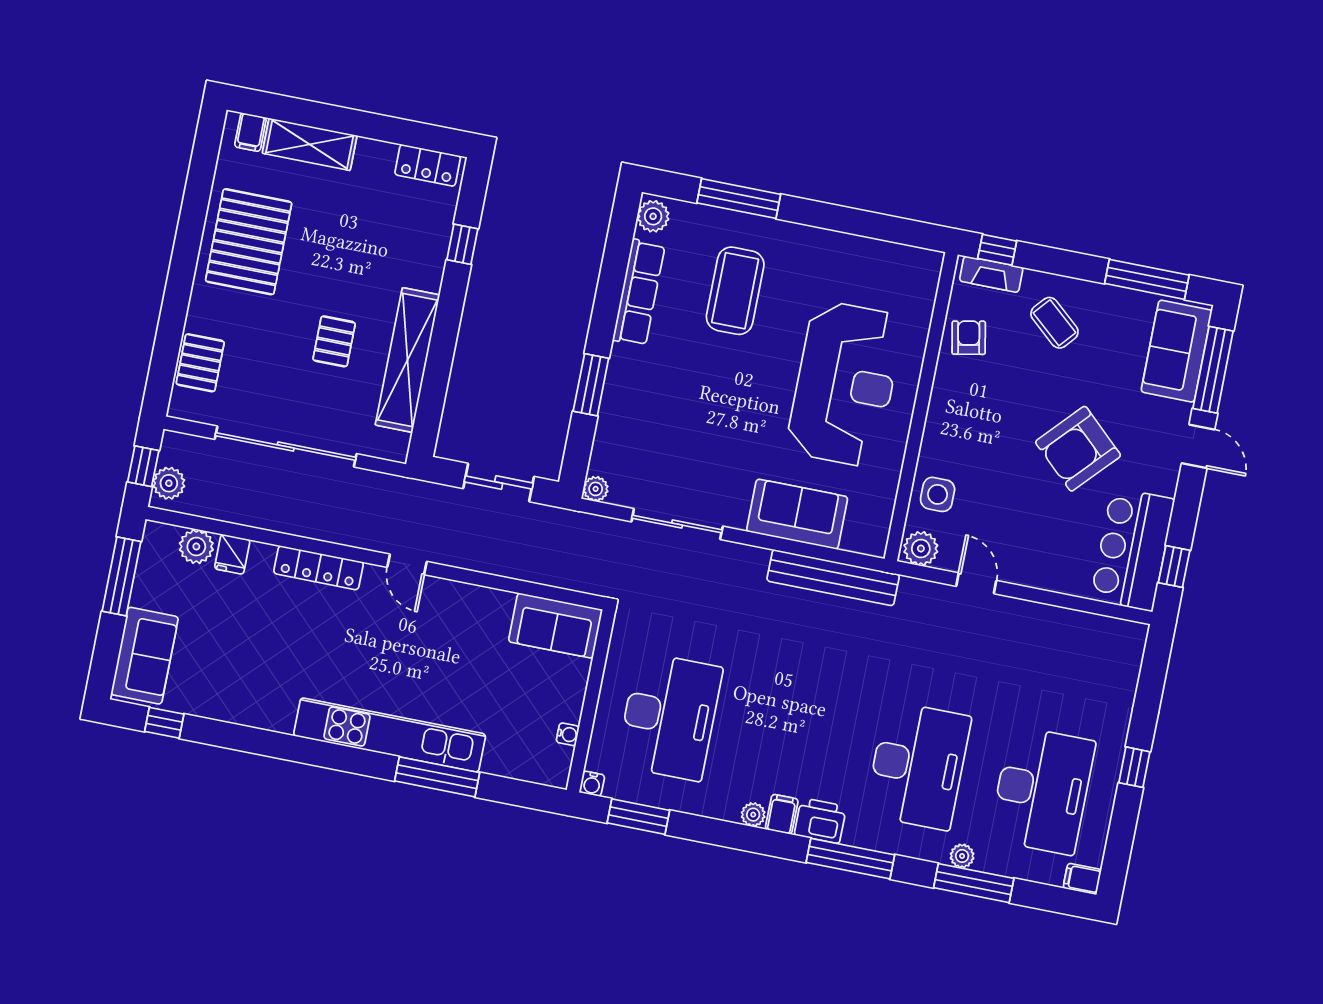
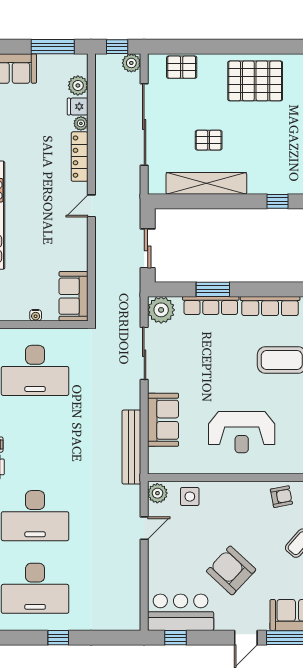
reception desk: (845, 384) -> (242, 432), width x0.74, depth x0.77
row of seats: (618, 394) -> (211, 306), added
plant: (169, 483) -> (131, 63), moved
plant: (596, 489) -> (161, 310), width x1.88, depth x1.88
plant: (262, 554) -> (81, 123), added
water cooler: (568, 734) -> (36, 315), moved

